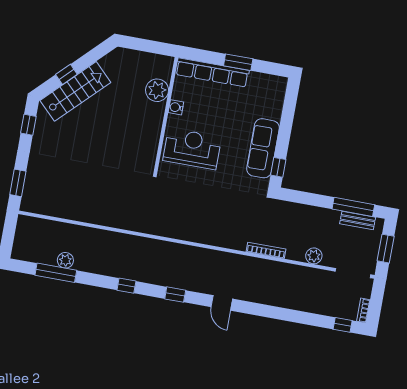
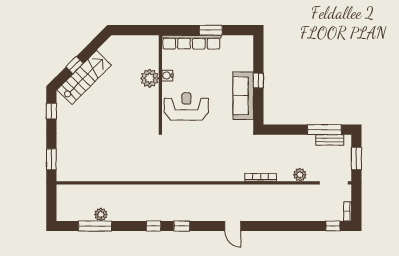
plant: (157, 90) -> (150, 78), moved
window: (278, 167) -> (258, 81), moved
window: (175, 295) -> (182, 226), moved

